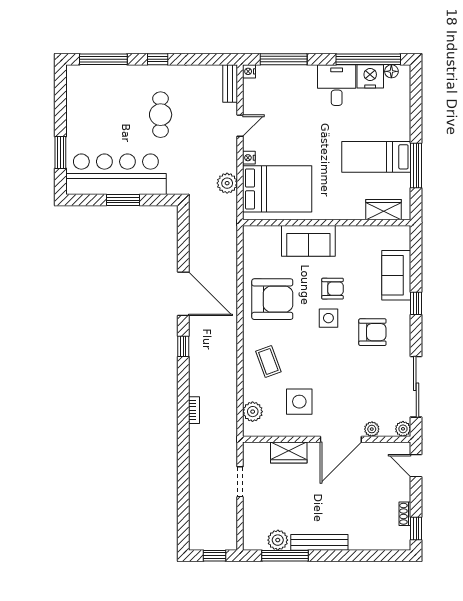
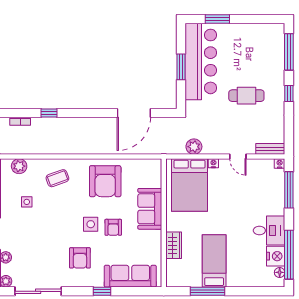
wardrobe: (383, 210) -> (174, 245), moved
sofa: (396, 275) -> (130, 276), width x1.36
door: (183, 294) -> (134, 113), moved
window: (183, 346) -> (49, 113), moved
side table: (299, 402) -> (27, 202), width x0.54, depth x0.54

